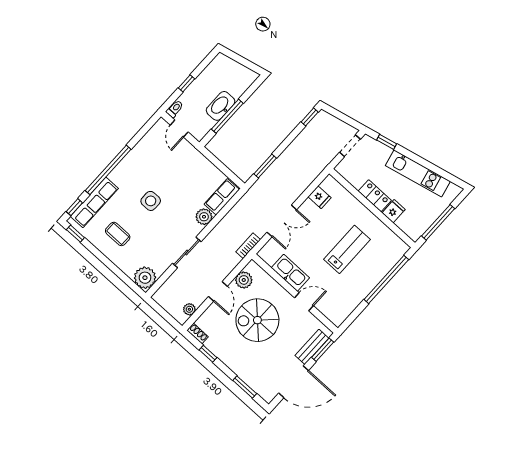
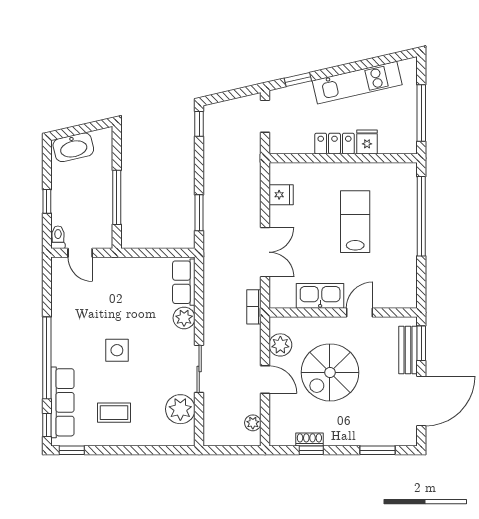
washbasin: (221, 106) -> (73, 147), moved, turned -103
plant: (145, 278) -> (180, 409), moved
shoe rack: (198, 333) -> (309, 440), moved

